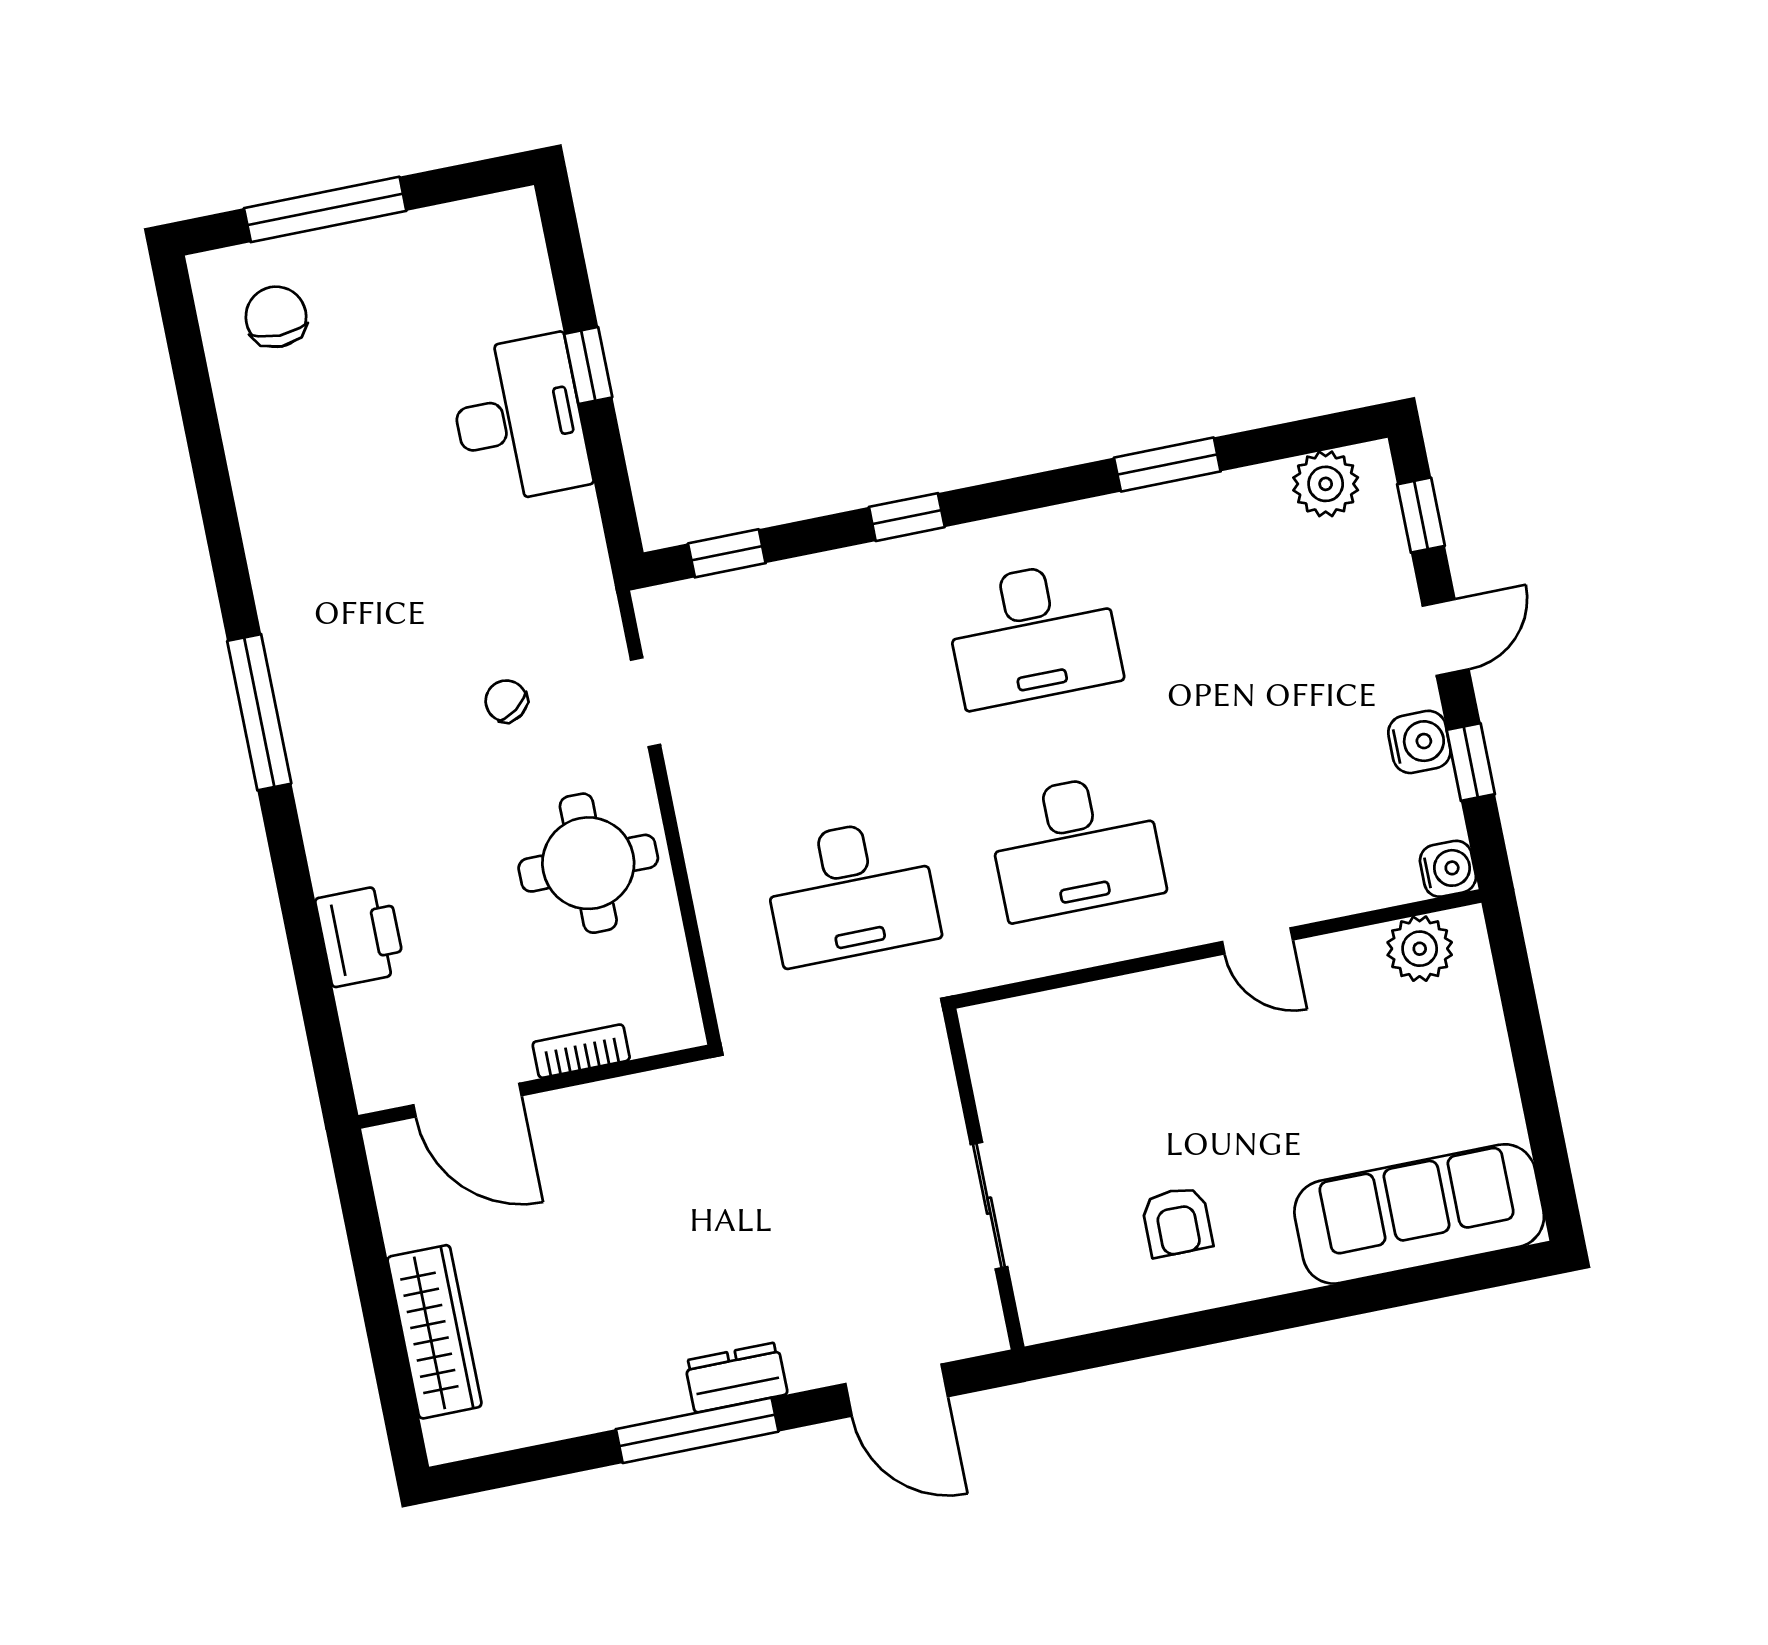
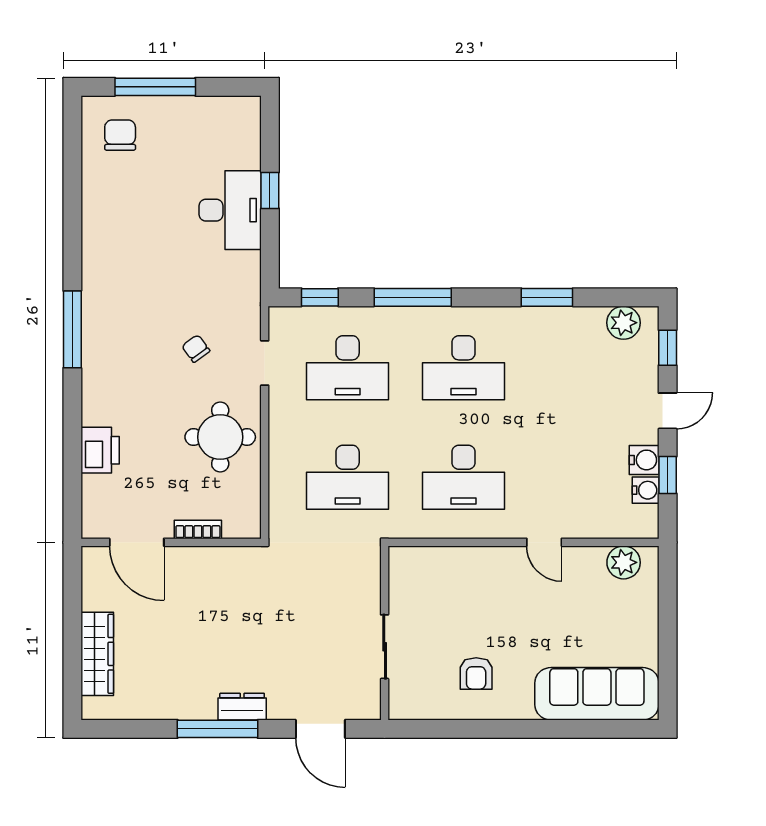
window: (907, 517) -> (413, 297), width x2.17
desk: (808, 679) -> (348, 368), added
water cooler: (1448, 869) -> (646, 490), moved

